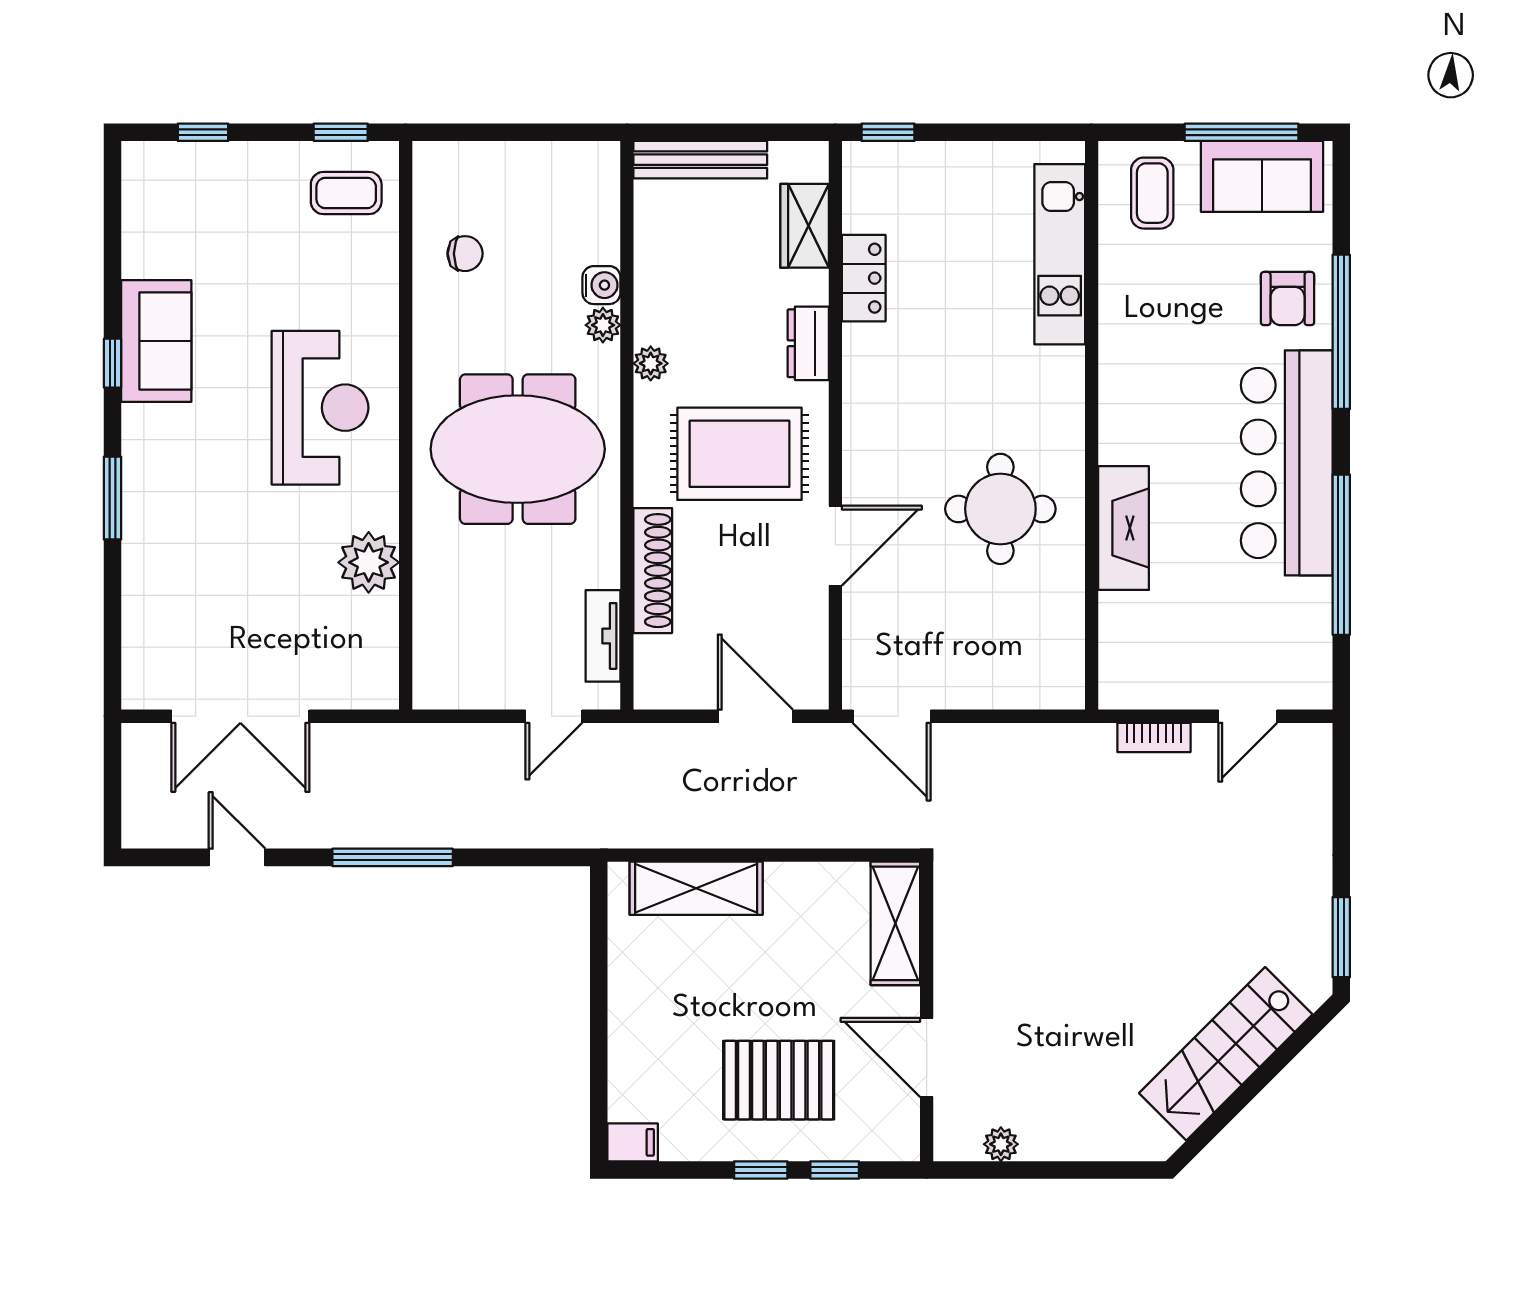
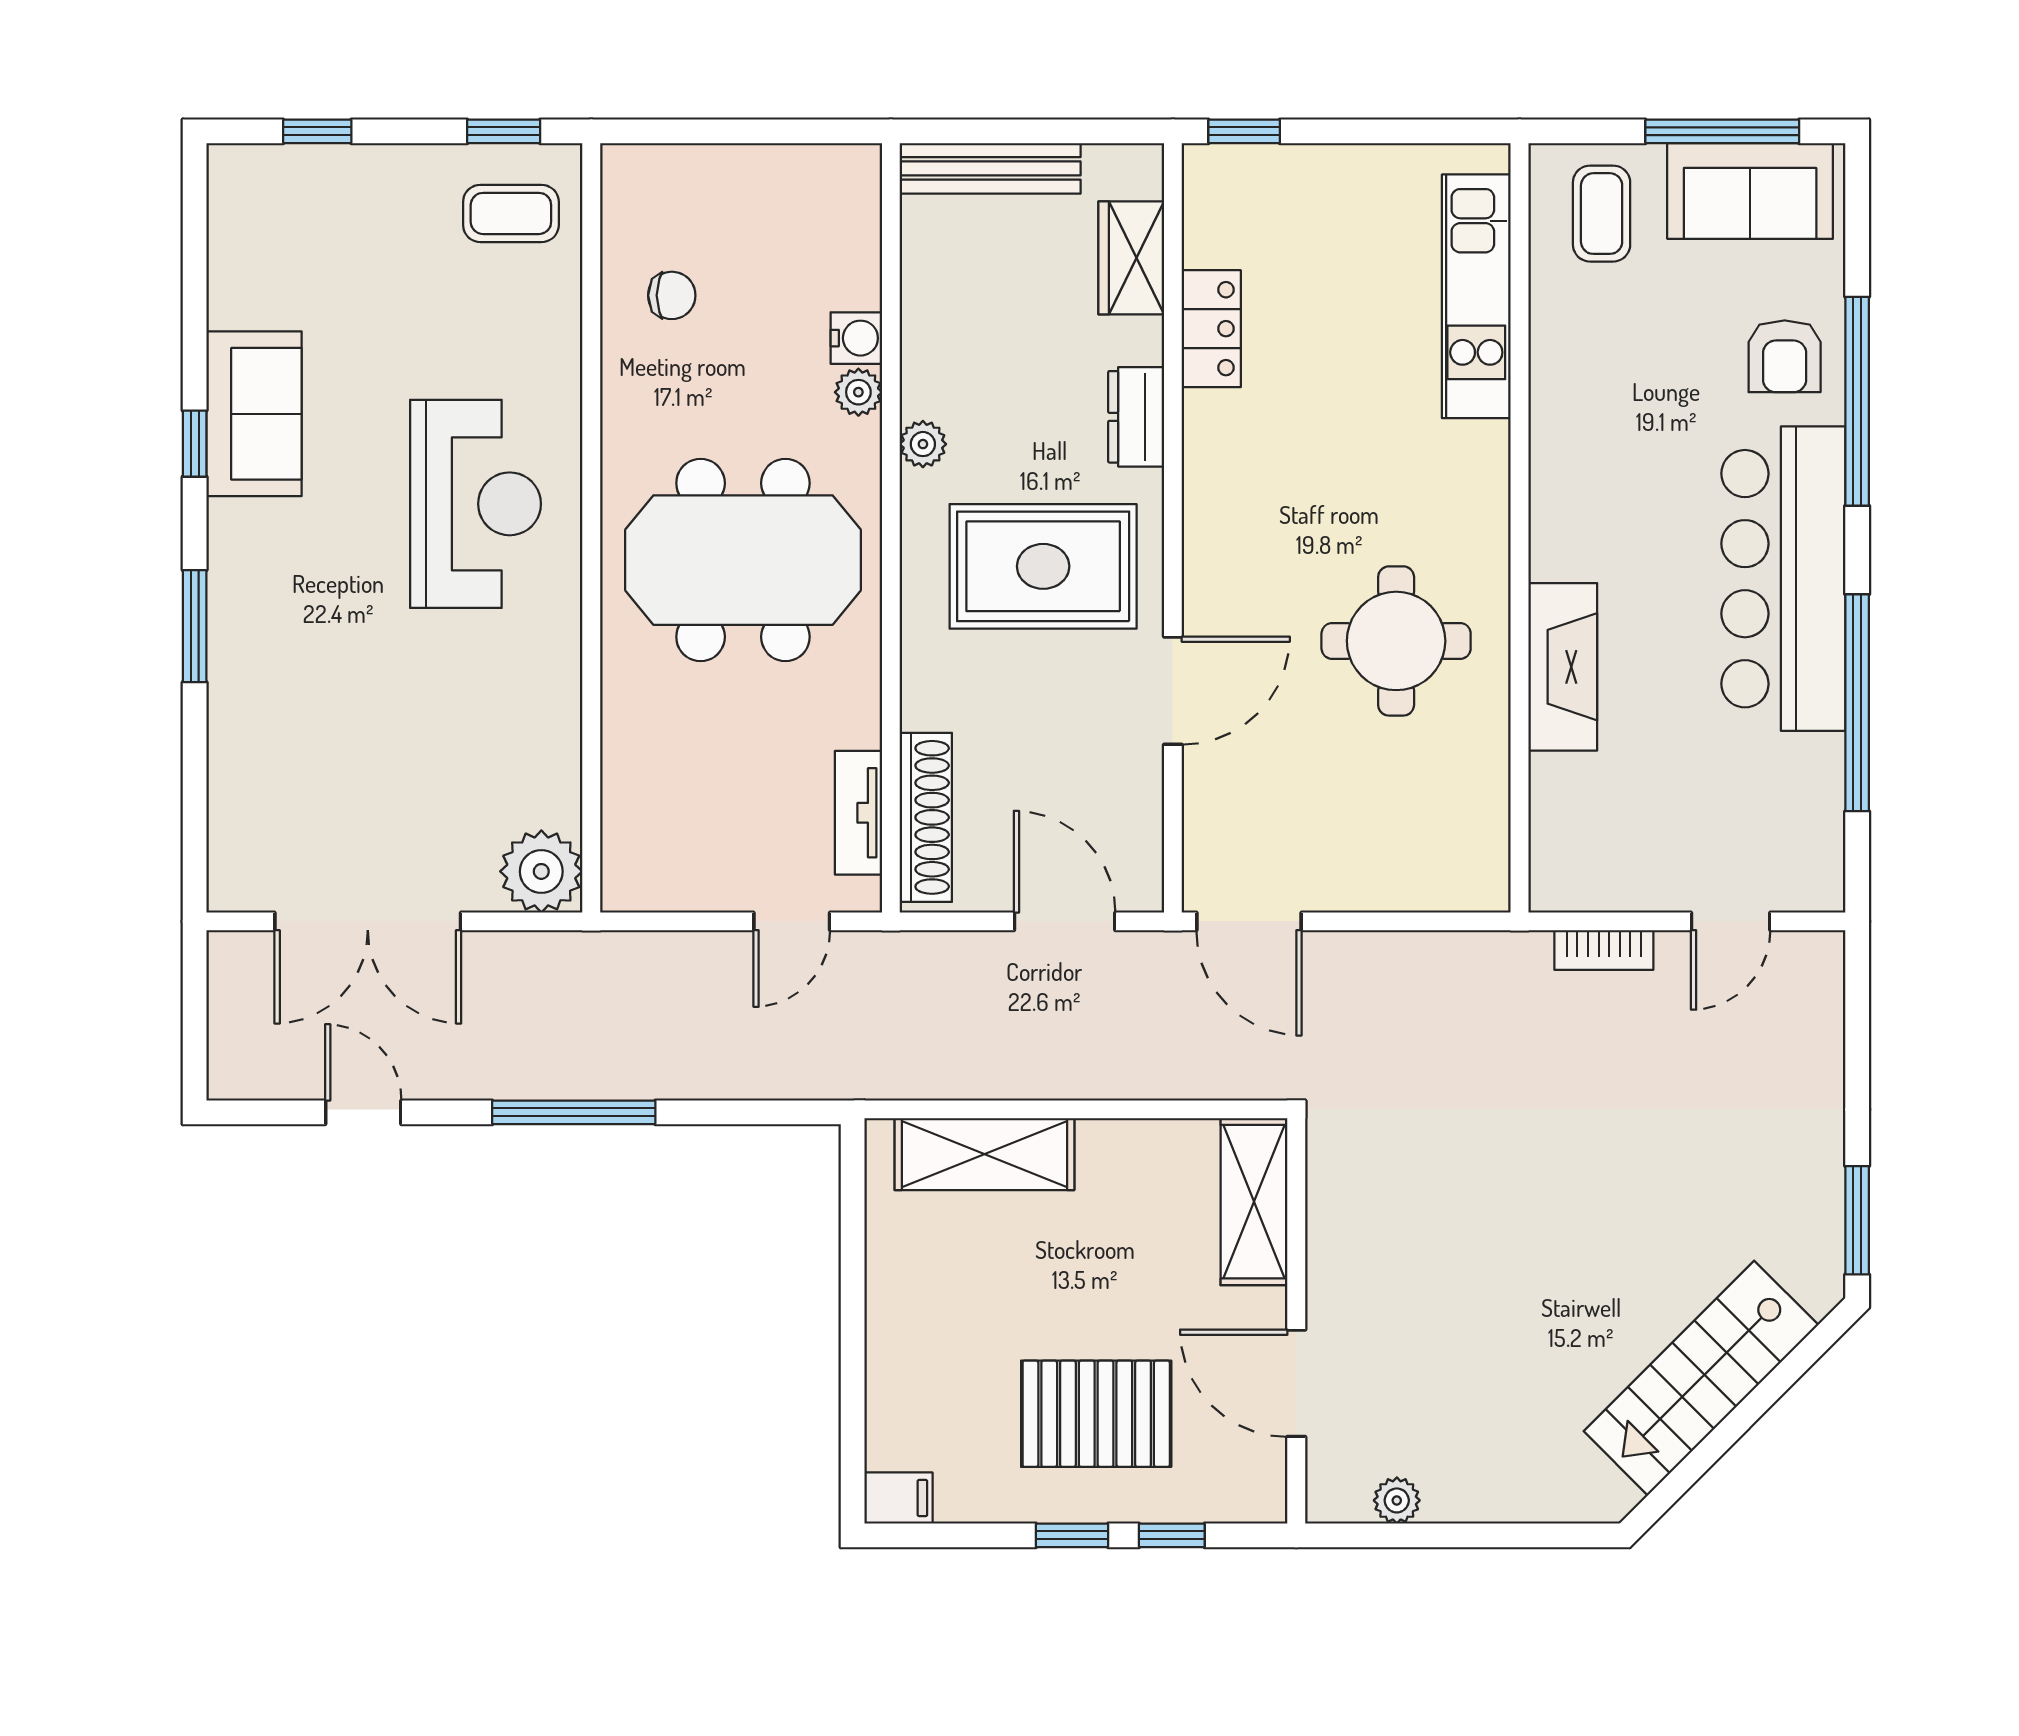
plant: (369, 562) -> (541, 871), moved
shoe rack: (653, 571) -> (926, 817), moved

